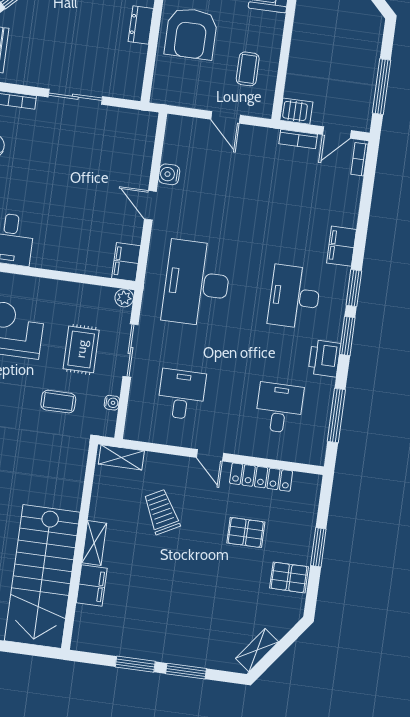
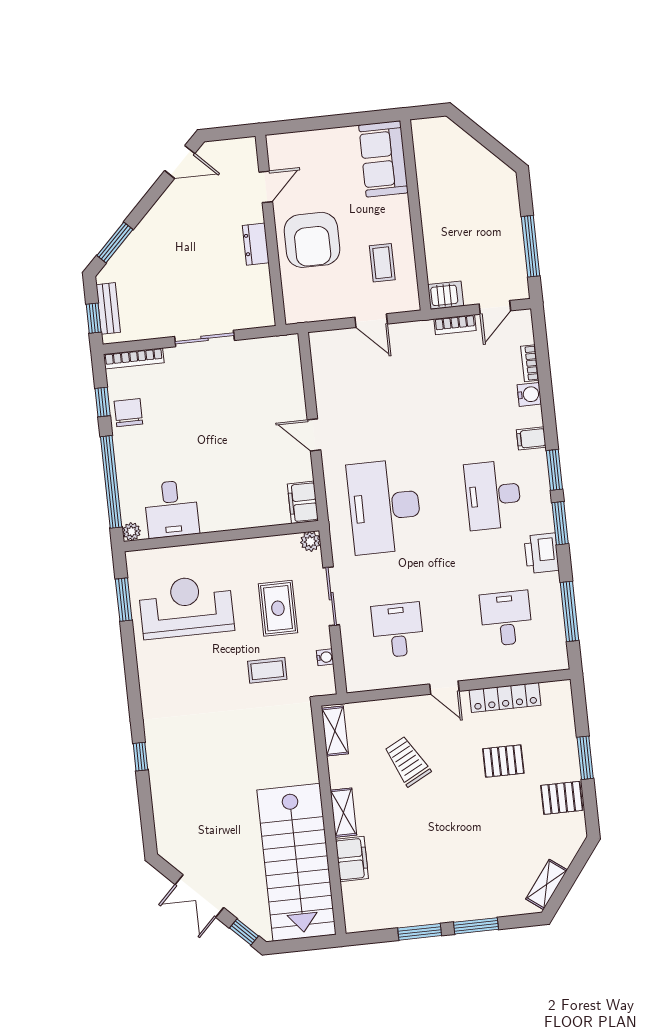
bookcase: (359, 159) -> (530, 363), moved
water cooler: (169, 174) -> (529, 394), moved, turned 180
filing cabinet: (342, 246) -> (531, 438), width x0.50
shelving: (121, 457) -> (335, 731), moved, turned 90

